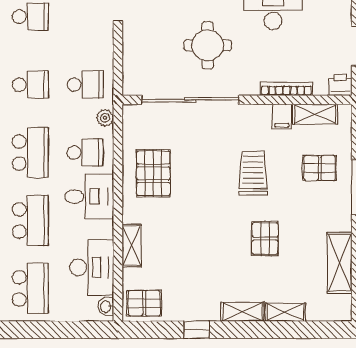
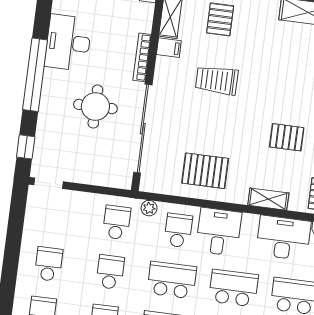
bookcase: (286, 89) -> (142, 57), moved
pallet: (265, 239) -> (287, 137), moved

